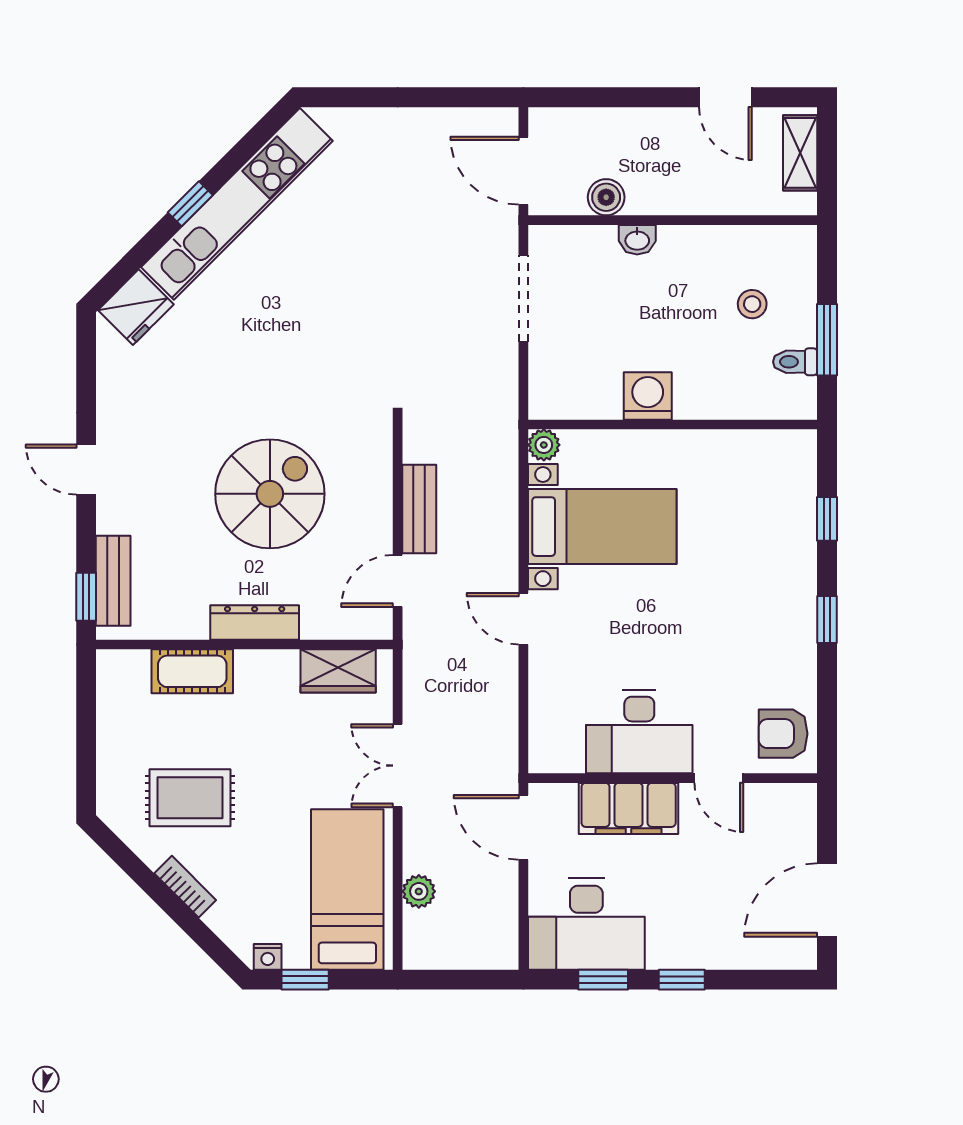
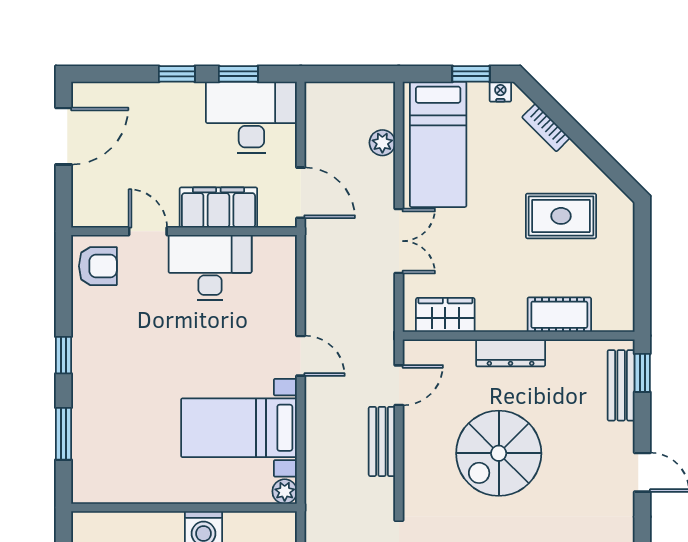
window: (827, 519) -> (63, 434), width x1.50
bookcase: (185, 887) -> (546, 128), moved

